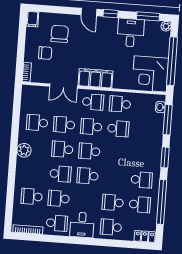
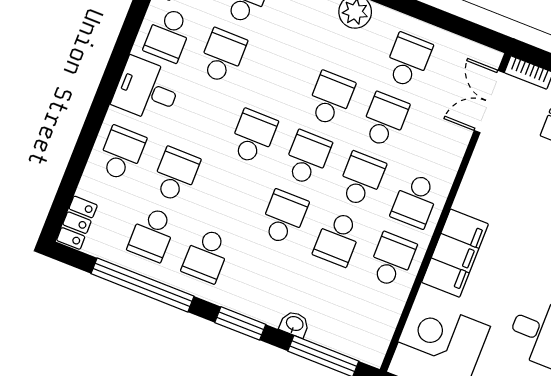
filing cabinet: (95, 78) -> (455, 253), moved
double door: (63, 86) -> (489, 102), moved
washbasin: (160, 107) -> (294, 324), moved
school desk: (61, 174) -> (284, 217), moved, turned 180

